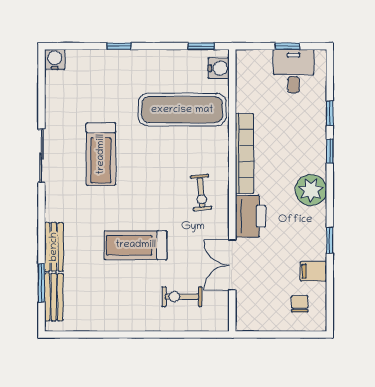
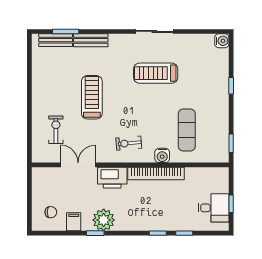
water cooler: (219, 68) -> (162, 155), moved
exercise mat: (182, 110) -> (187, 130), width x0.73, depth x0.69
plant: (311, 190) -> (104, 220), moved

